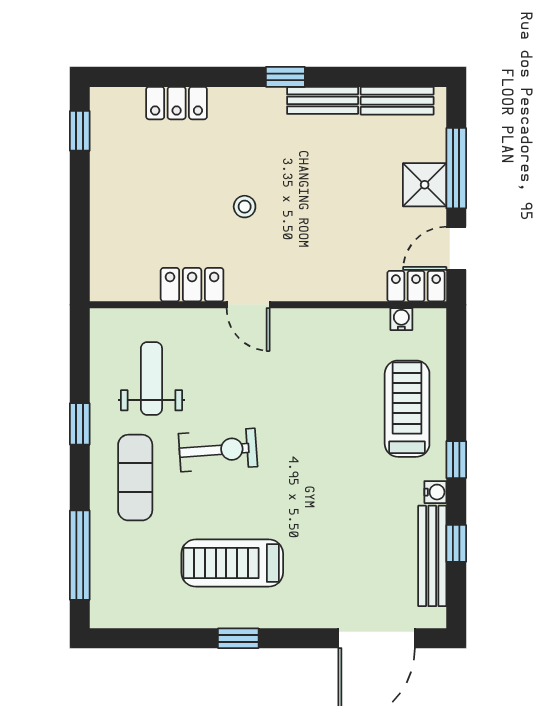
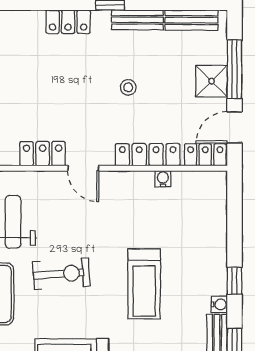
locker: (177, 103) -> (68, 22), moved
stool: (245, 207) -> (128, 87), moved
locker: (337, 286) -> (148, 155), added
water cooler: (401, 319) -> (163, 179), moved
treadmill: (407, 409) -> (144, 284), moved, turned 180

